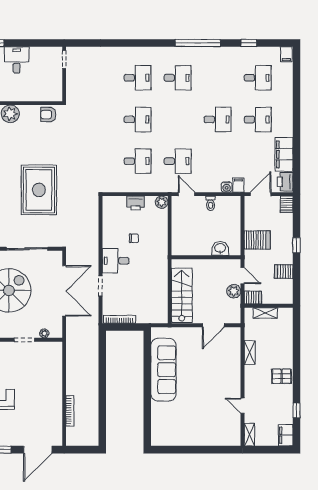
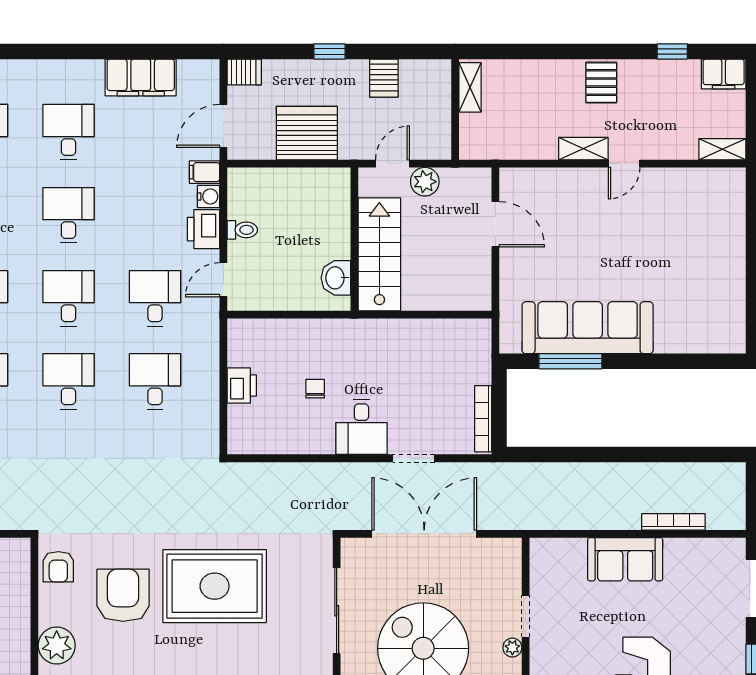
desk: (178, 119) -> (68, 298), added
armchair: (34, 146) -> (123, 595), added
printer: (285, 182) -> (203, 229), moved, turned 90
door: (261, 194) -> (223, 126), hinge flipped
plant: (162, 202) -> (240, 331), removed
server rack: (257, 240) -> (307, 133), width x1.60
washbasin: (220, 248) -> (336, 278), moved
stairs: (182, 295) -> (379, 254), moved, turned 90
server rack: (253, 298) -> (438, 142), removed
shelving: (265, 313) -> (470, 87), moved
plant: (44, 333) -> (512, 648), moved
shelving: (250, 353) -> (583, 149), moved
window: (147, 361) -> (570, 361), added
sofa: (52, 388) -> (625, 559), added
door: (242, 406) -> (624, 164), moved

